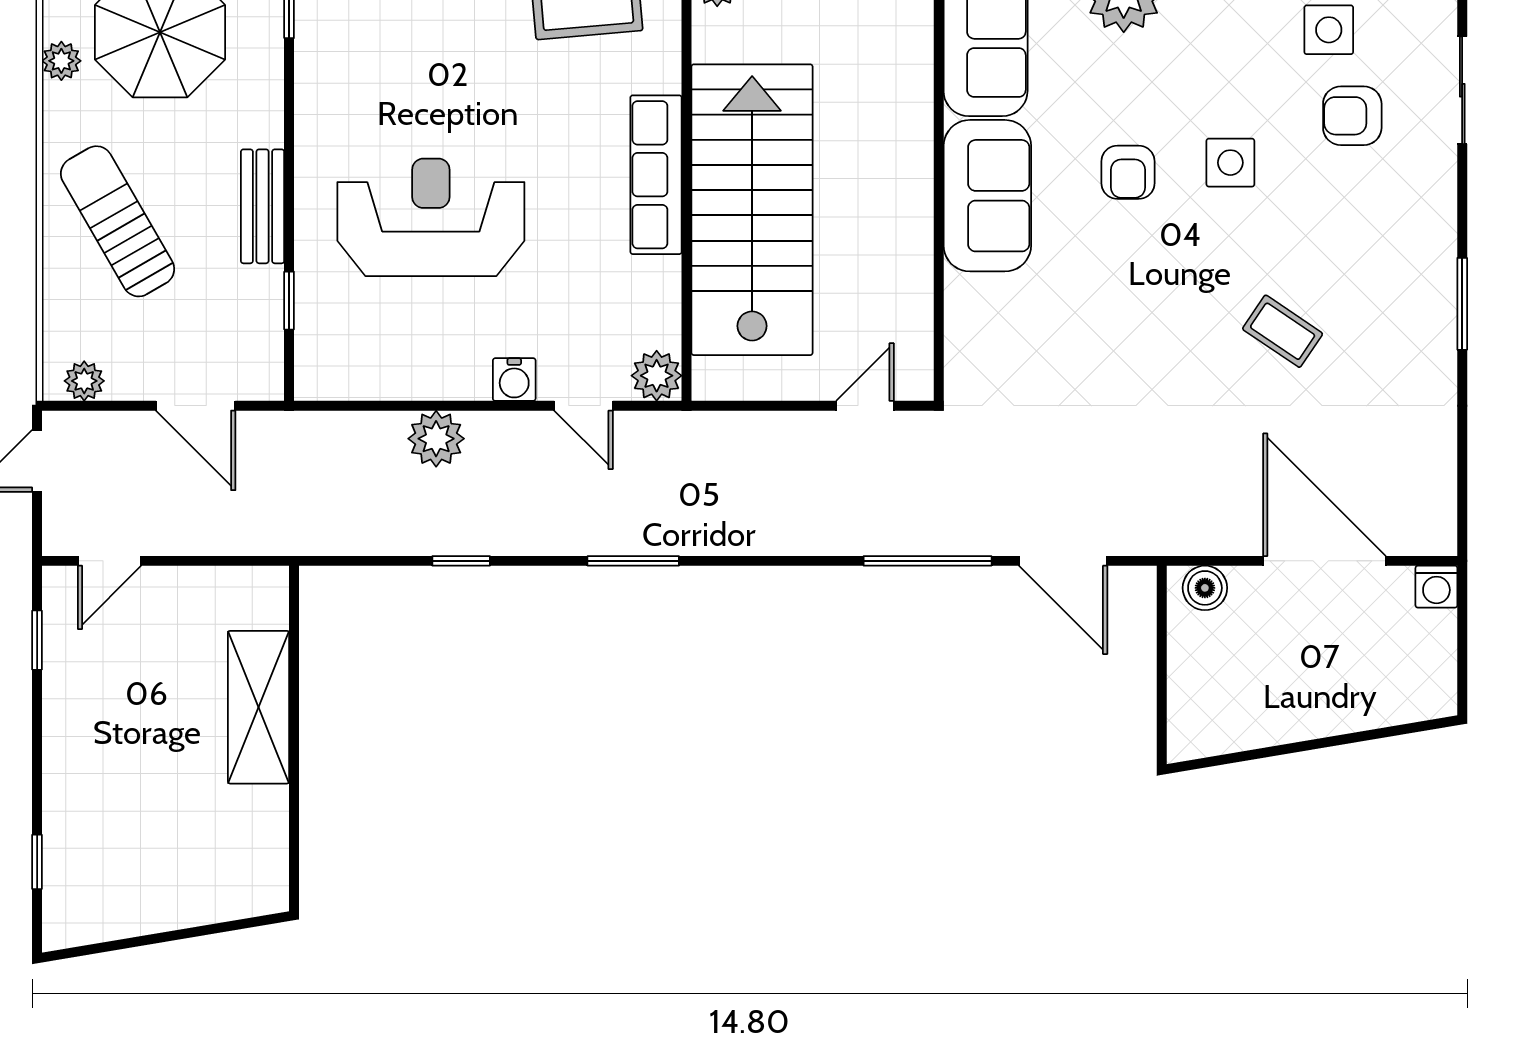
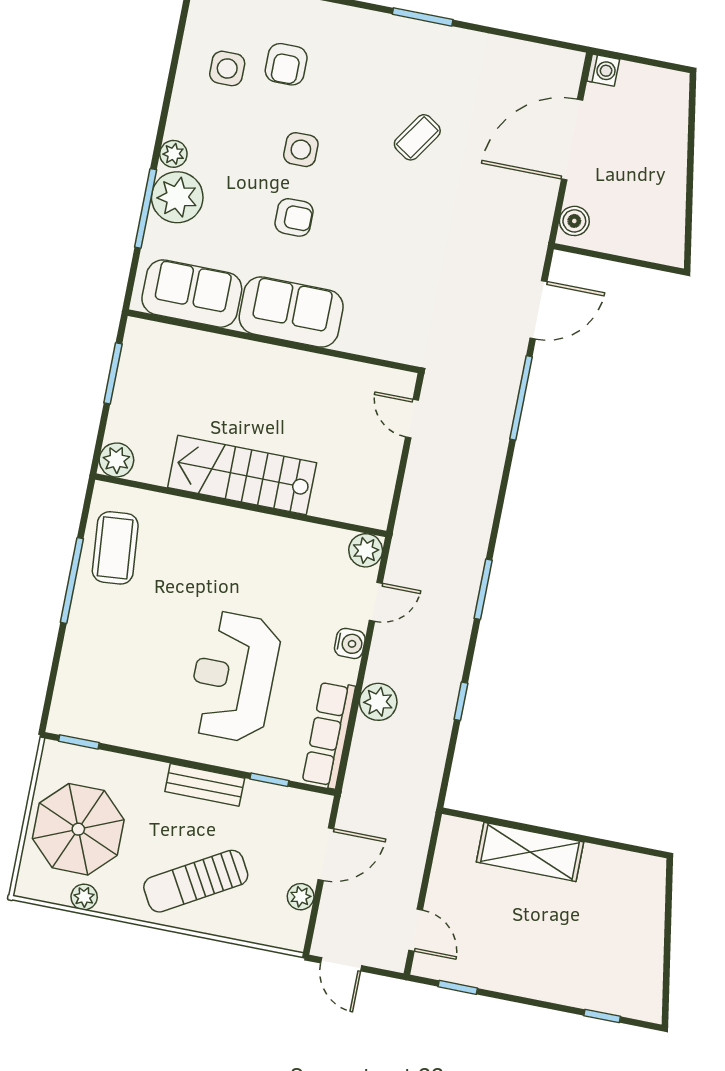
row of seats: (656, 175) -> (329, 735), moved, turned 90
stairs: (752, 210) -> (242, 475), width x0.73, depth x0.66
plant: (84, 381) -> (301, 897), moved

